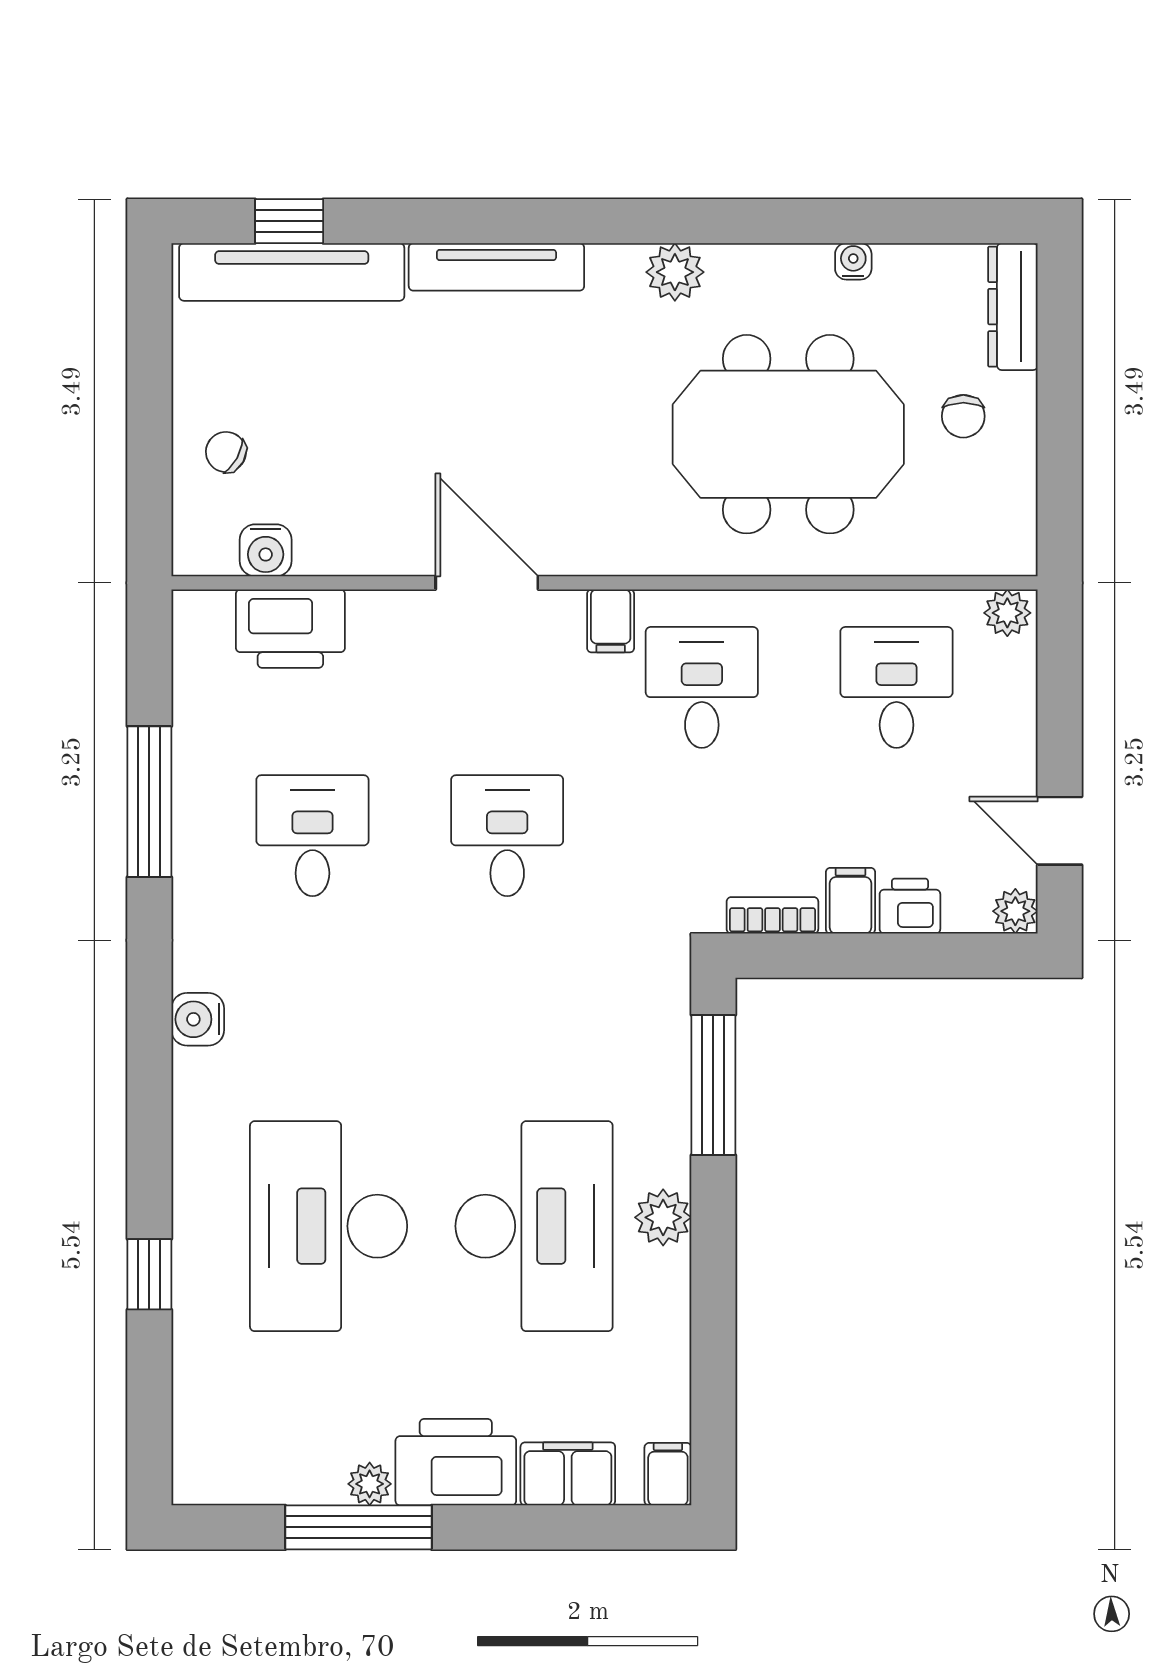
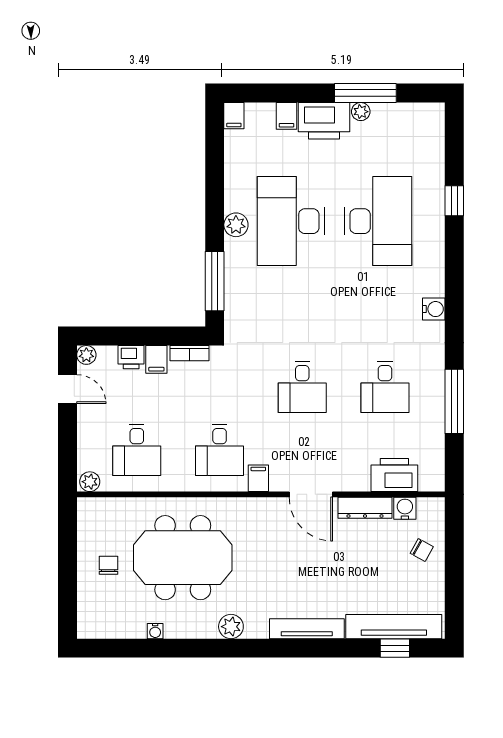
dresser: (1013, 307) -> (365, 508), moved, turned 90
filing cabinet: (568, 1474) -> (287, 116), width x0.50

